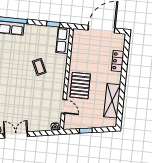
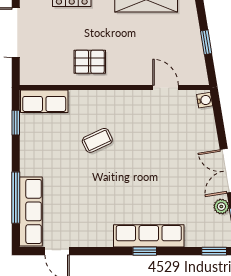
pallet: (80, 86) -> (90, 62), moved, width x0.67, depth x0.71
door: (64, 106) -> (165, 88), hinge flipped

